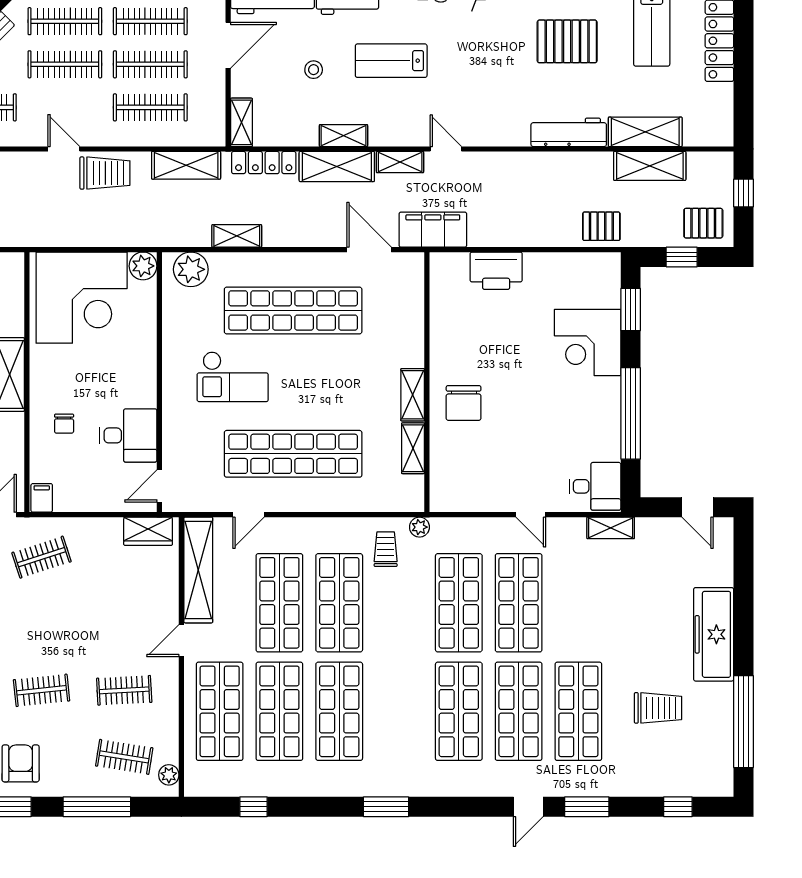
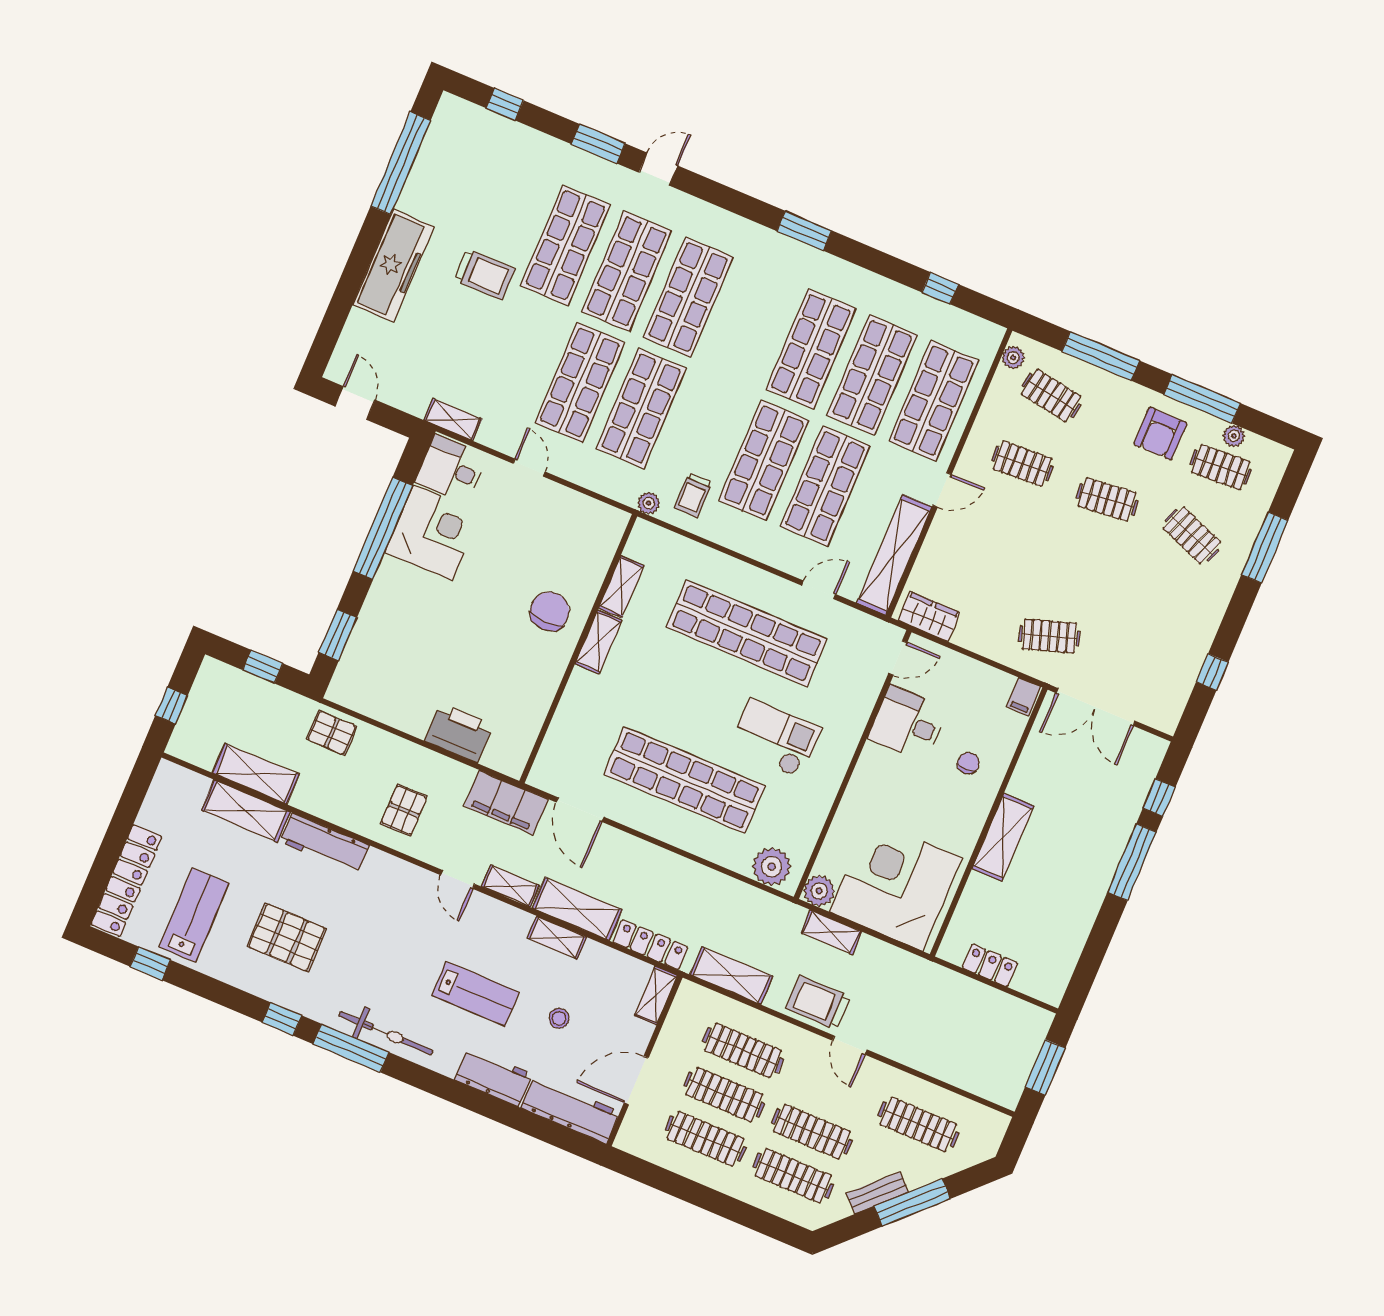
pallet: (703, 223) -> (404, 810), moved, turned 90
shelving: (237, 236) -> (831, 932), moved
corner desk: (588, 342) -> (433, 533), moved
trolley: (658, 708) -> (485, 274), moved, turned 180

